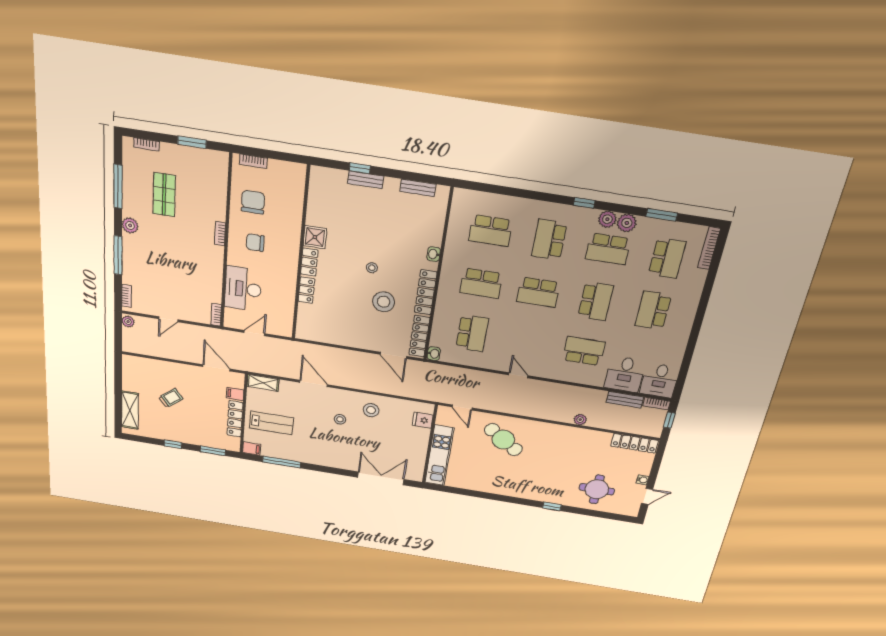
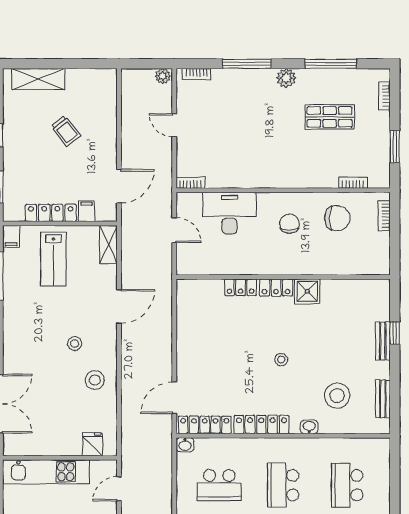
bookcase: (220, 234) -> (353, 183), moved
stool: (384, 302) -> (337, 396), moved

